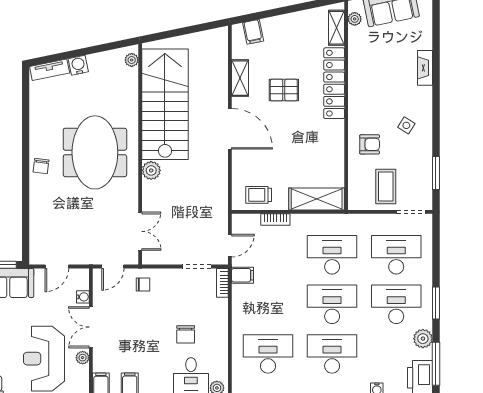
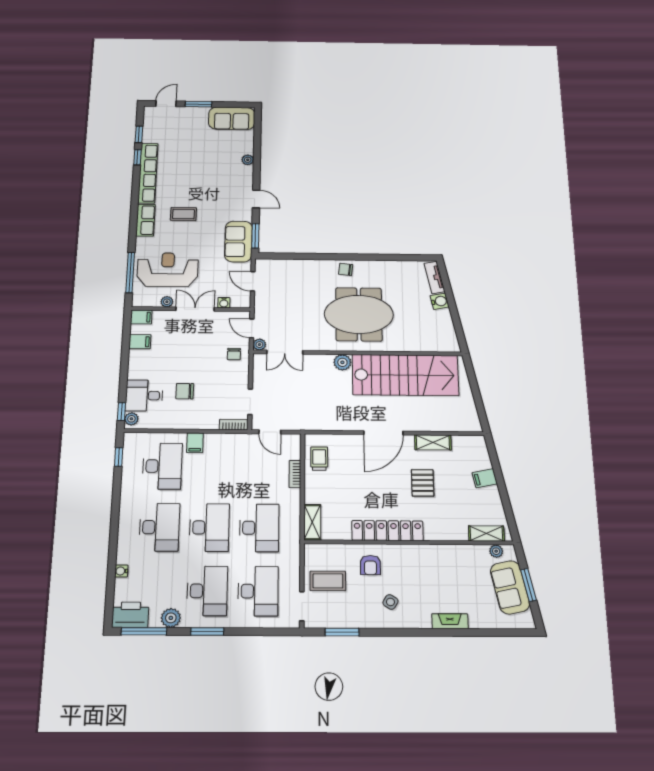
filing cabinet: (253, 32) -> (485, 478), moved
plant: (132, 60) -> (259, 345), moved
locker: (334, 83) -> (387, 531), moved
shelving: (317, 199) -> (312, 522), width x0.67, depth x0.75
filing cabinet: (243, 275) -> (195, 443), moved

